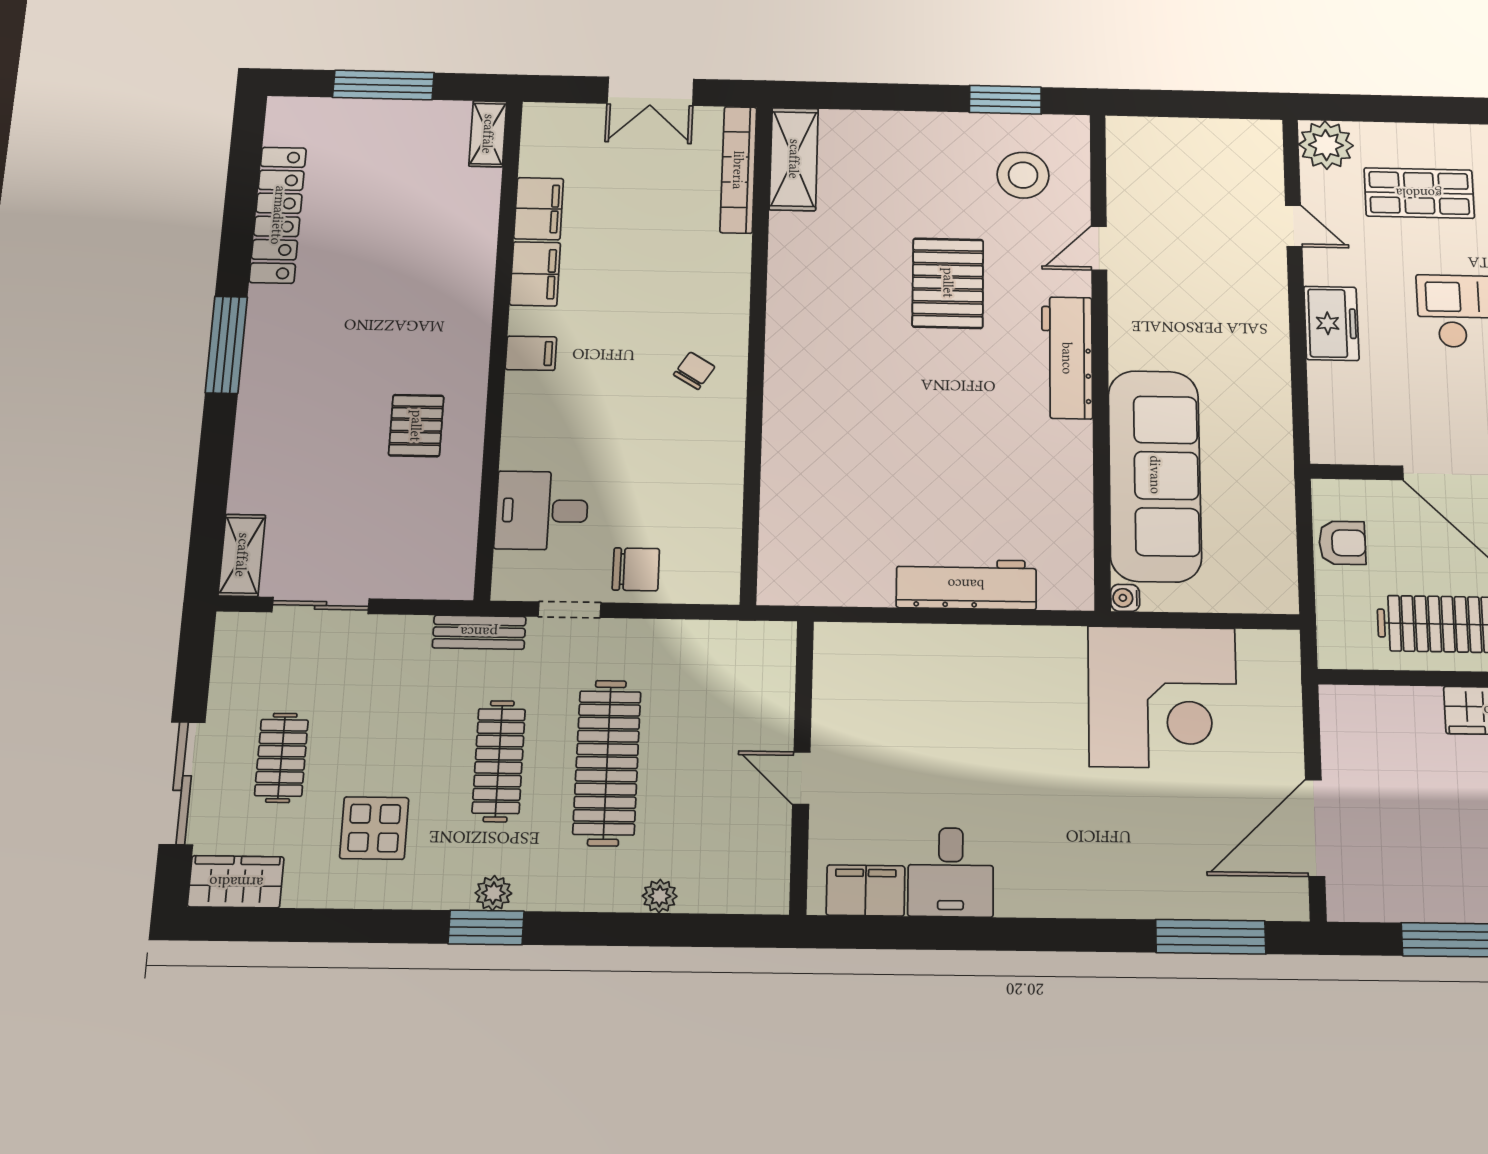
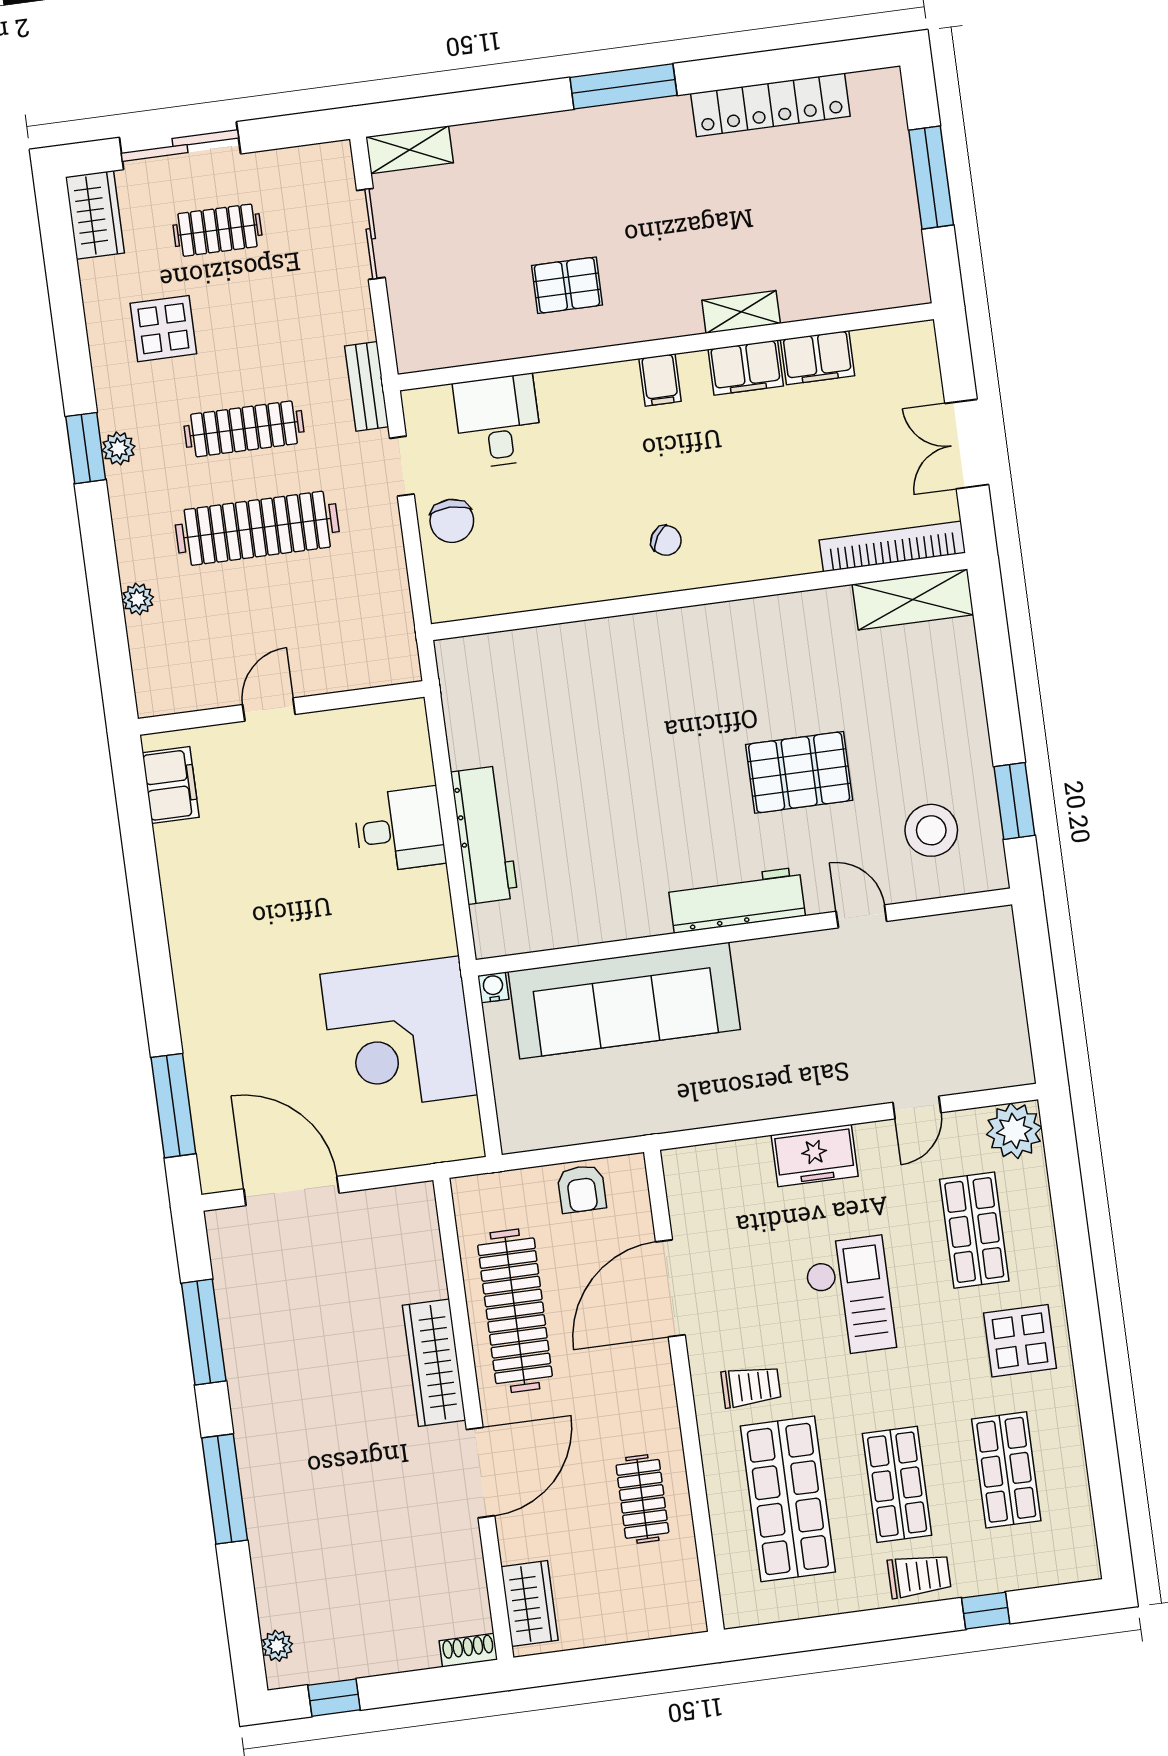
shelving: (488, 134) -> (741, 312), moved
desk: (951, 872) -> (400, 830), moved, turned 180

